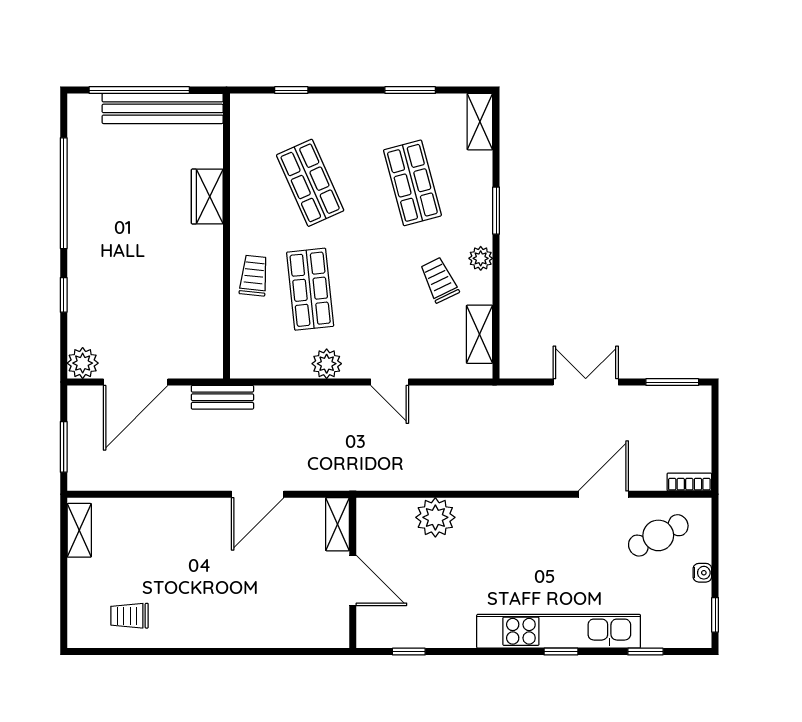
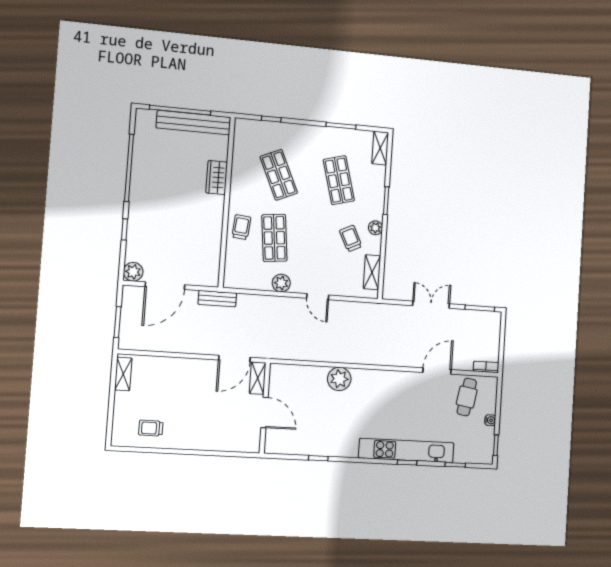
shelving: (338, 524) -> (258, 378), moved
cafe table: (658, 535) -> (467, 397), turned -53
wall: (353, 573) -> (265, 408), moved
door: (353, 580) -> (264, 413), moved

